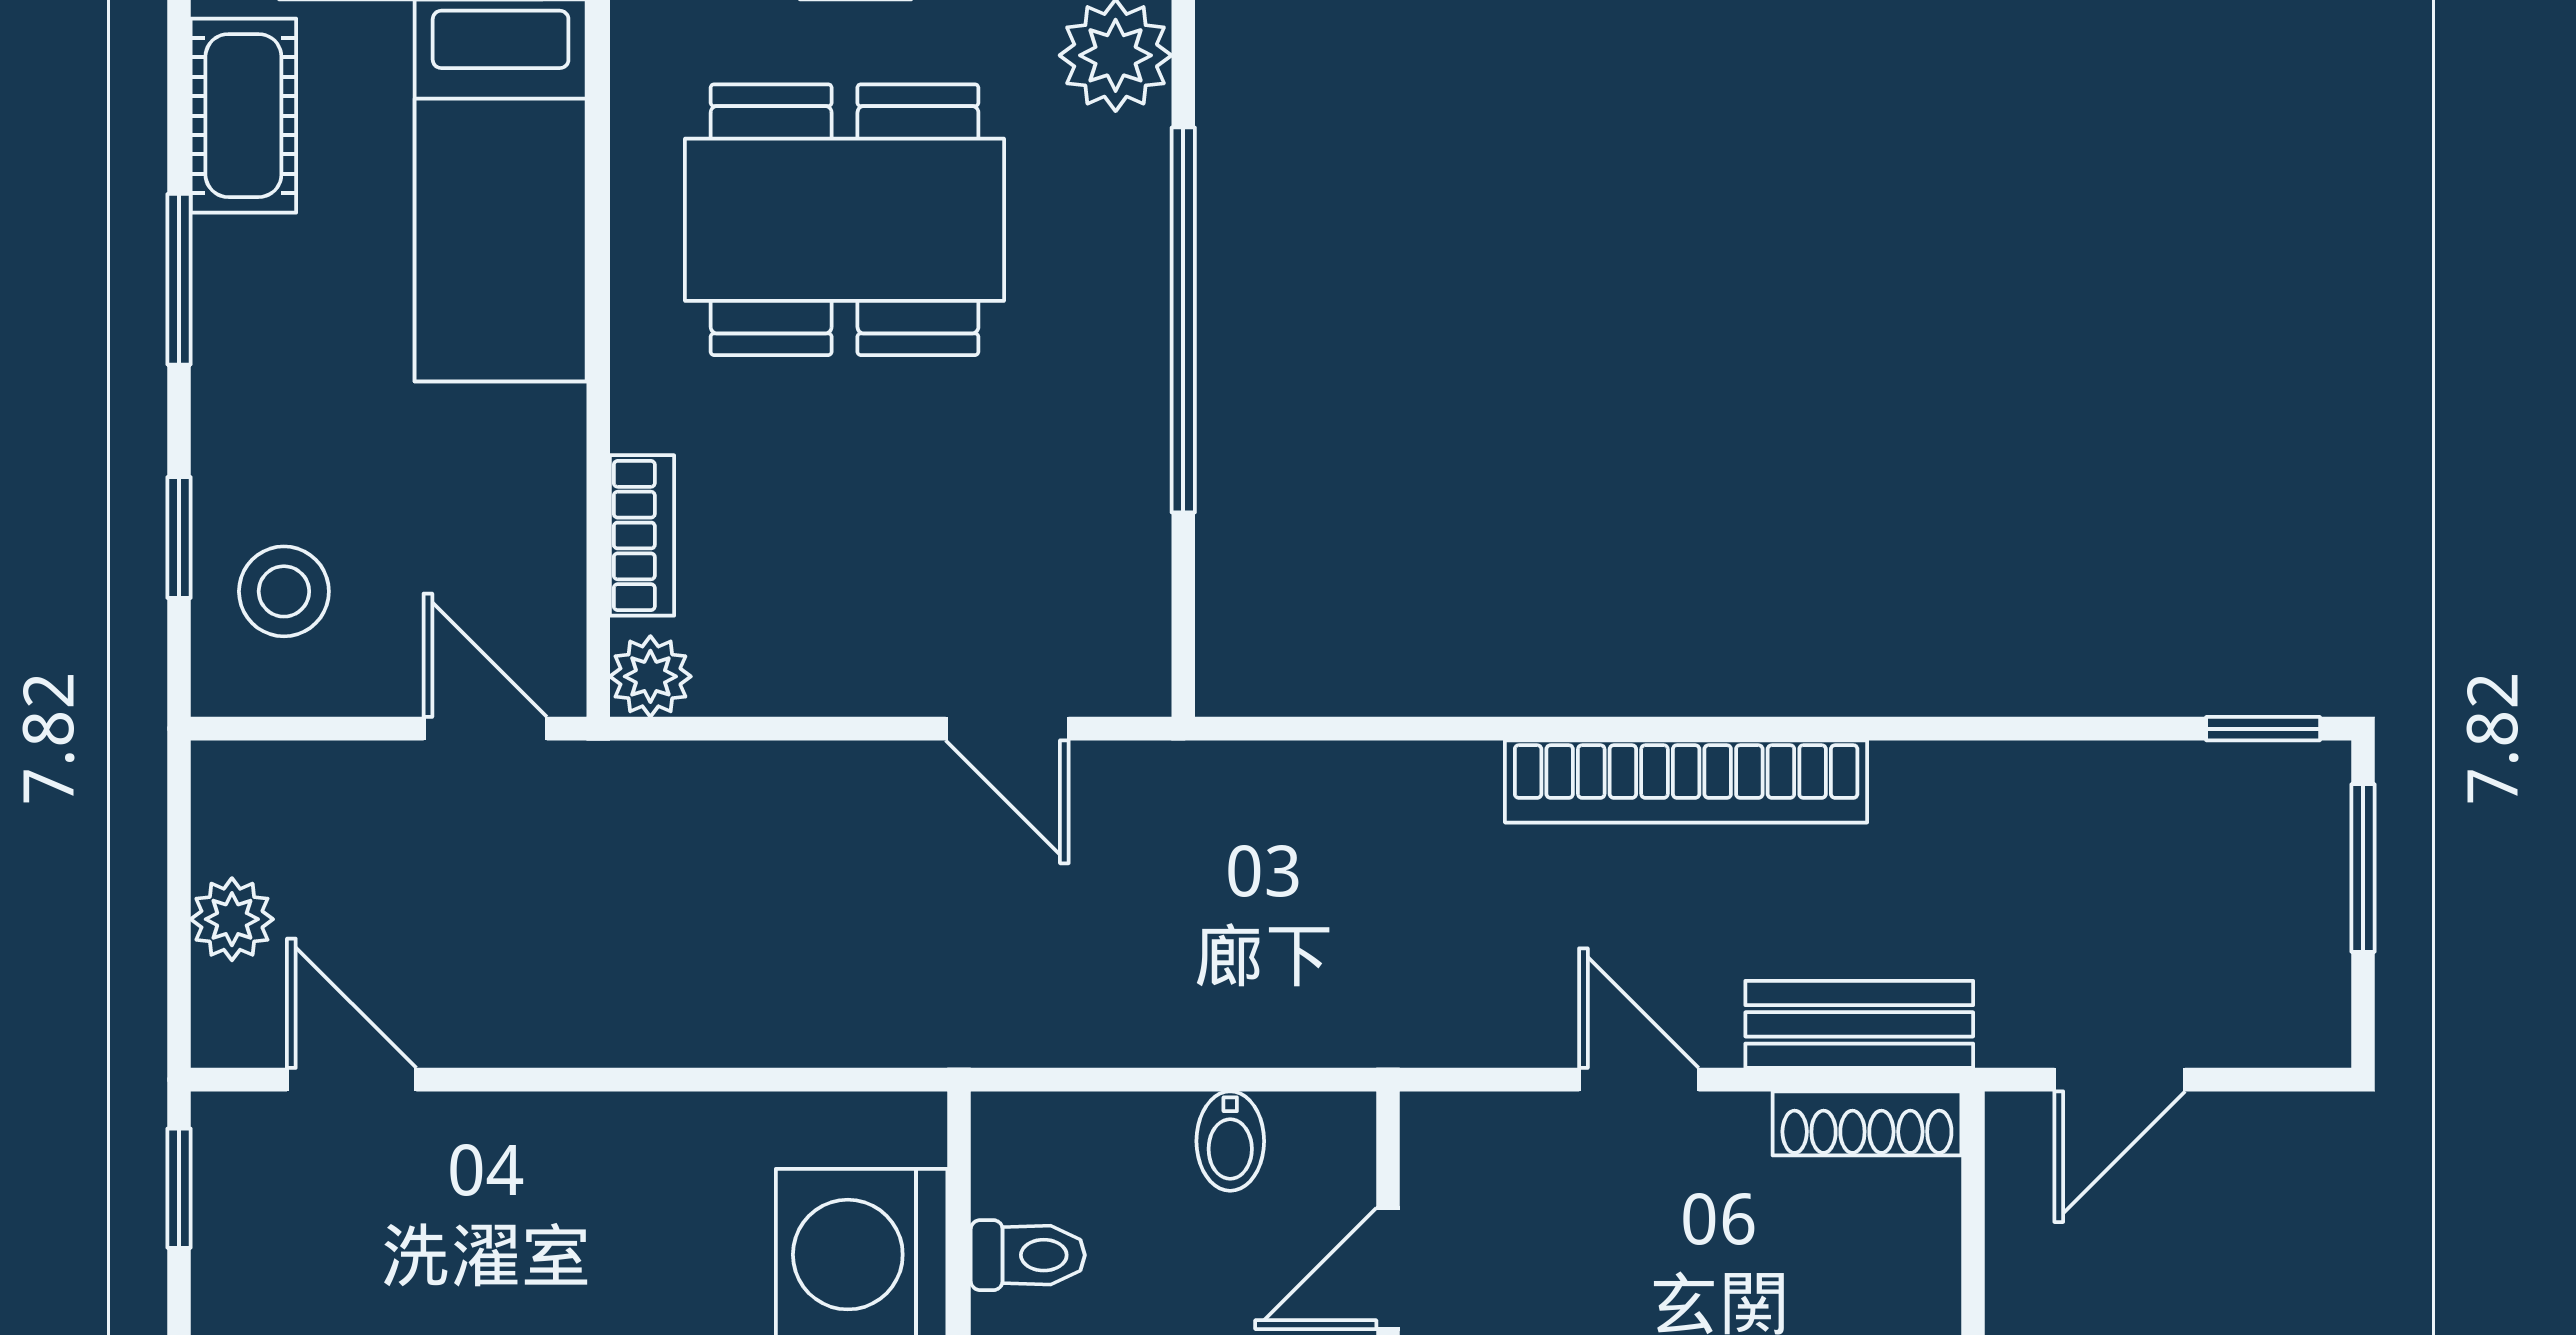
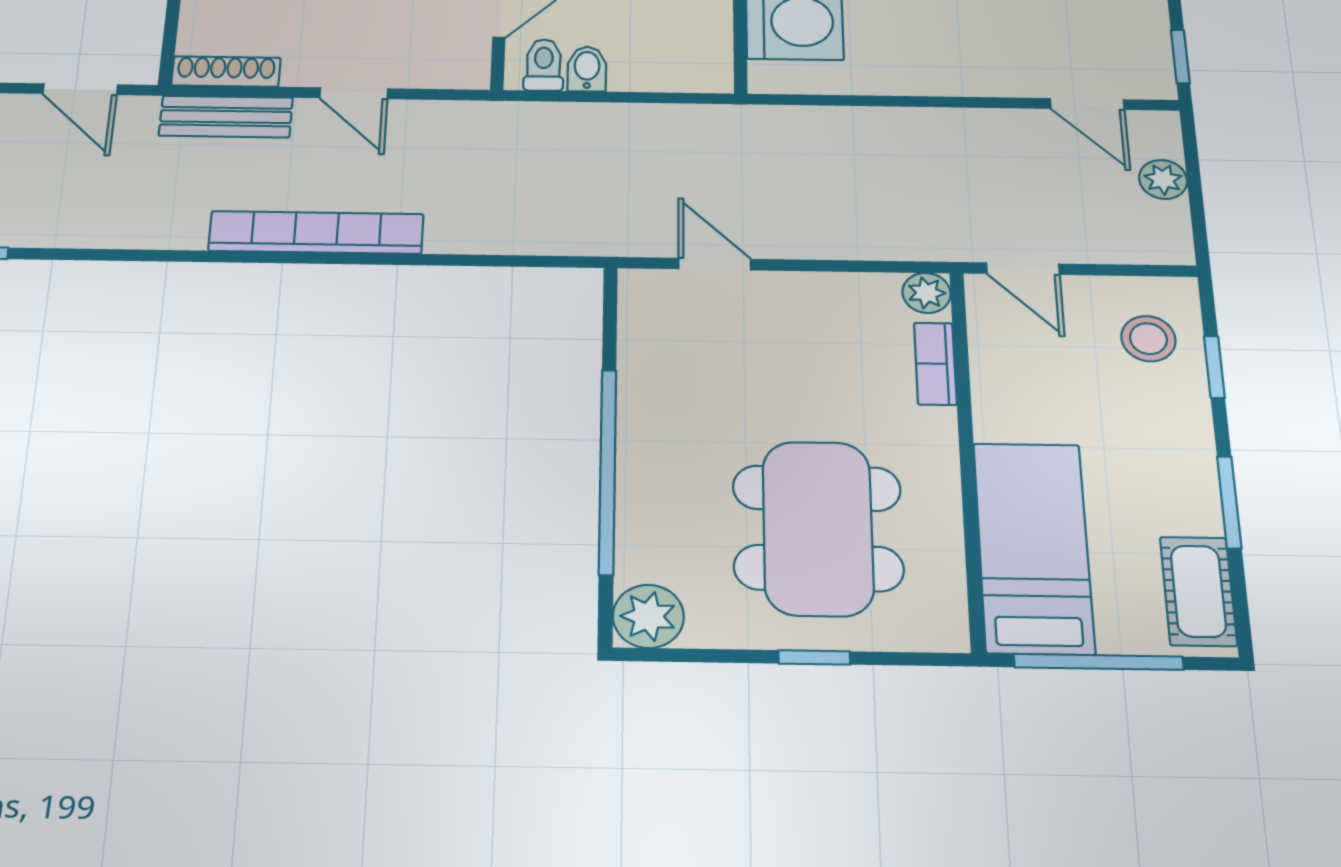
dining table: (845, 220) -> (818, 528), turned 90
door: (2120, 1080) -> (80, 89), swing flipped
toilet: (1028, 1255) -> (544, 65), moved, turned 90

